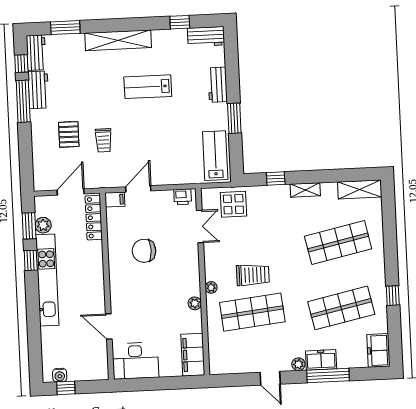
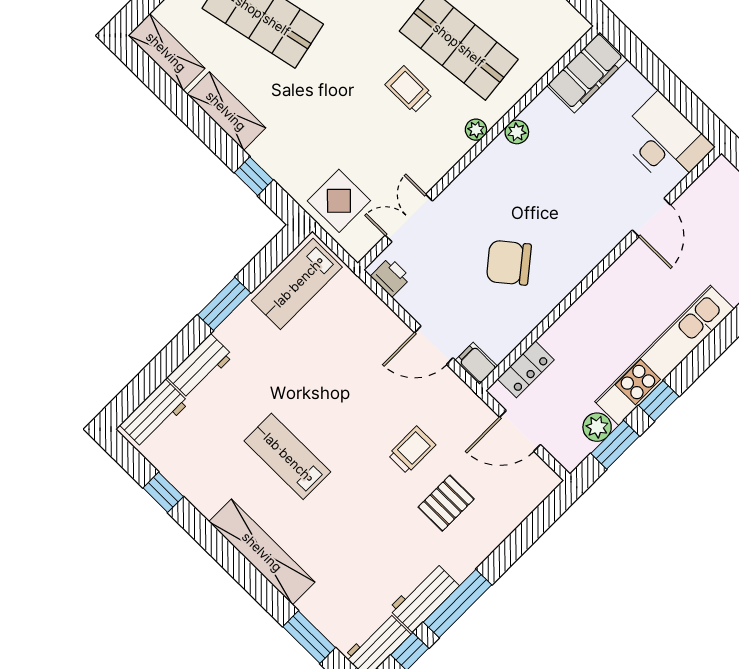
workbench: (206, 37) -> (154, 414), moved, turned 90
lab bench: (148, 87) -> (287, 456), turned 180
shelving: (305, 190) -> (226, 111), width x1.50, depth x1.33
locker: (94, 218) -> (526, 369), width x0.66
chair: (144, 251) -> (509, 263), turned 141
trolley: (253, 275) -> (409, 90), width x0.73, depth x0.72

